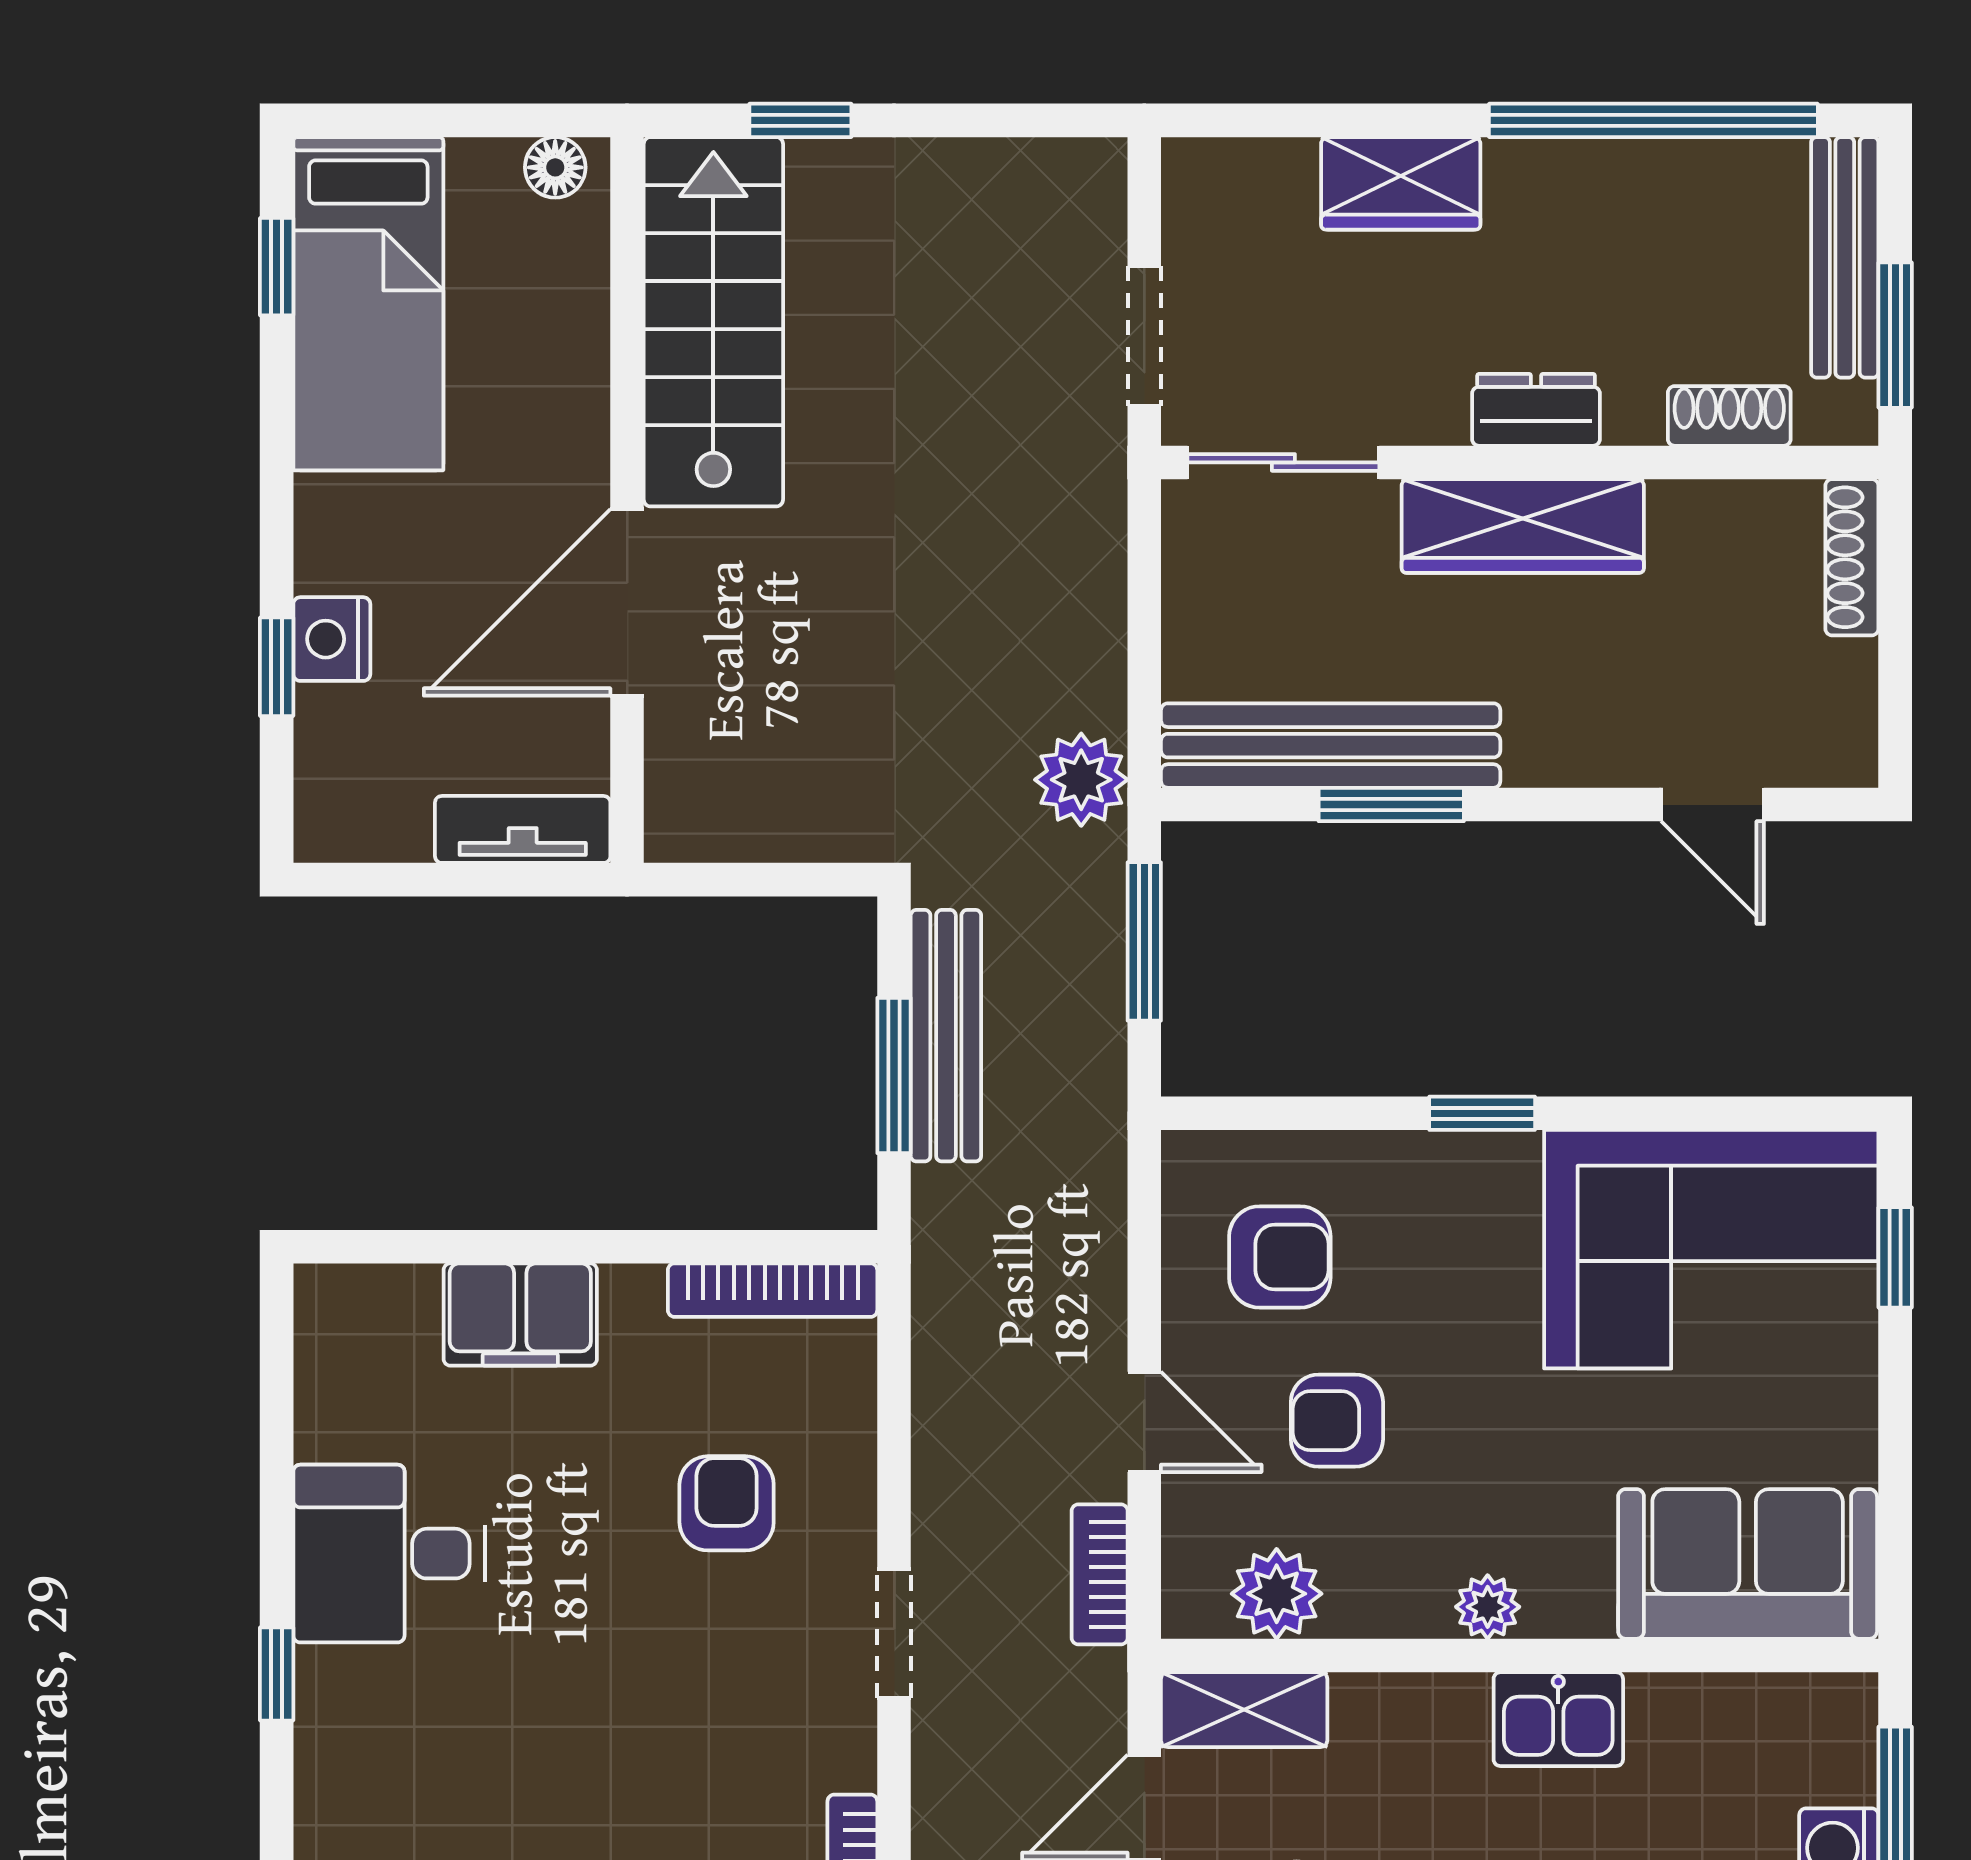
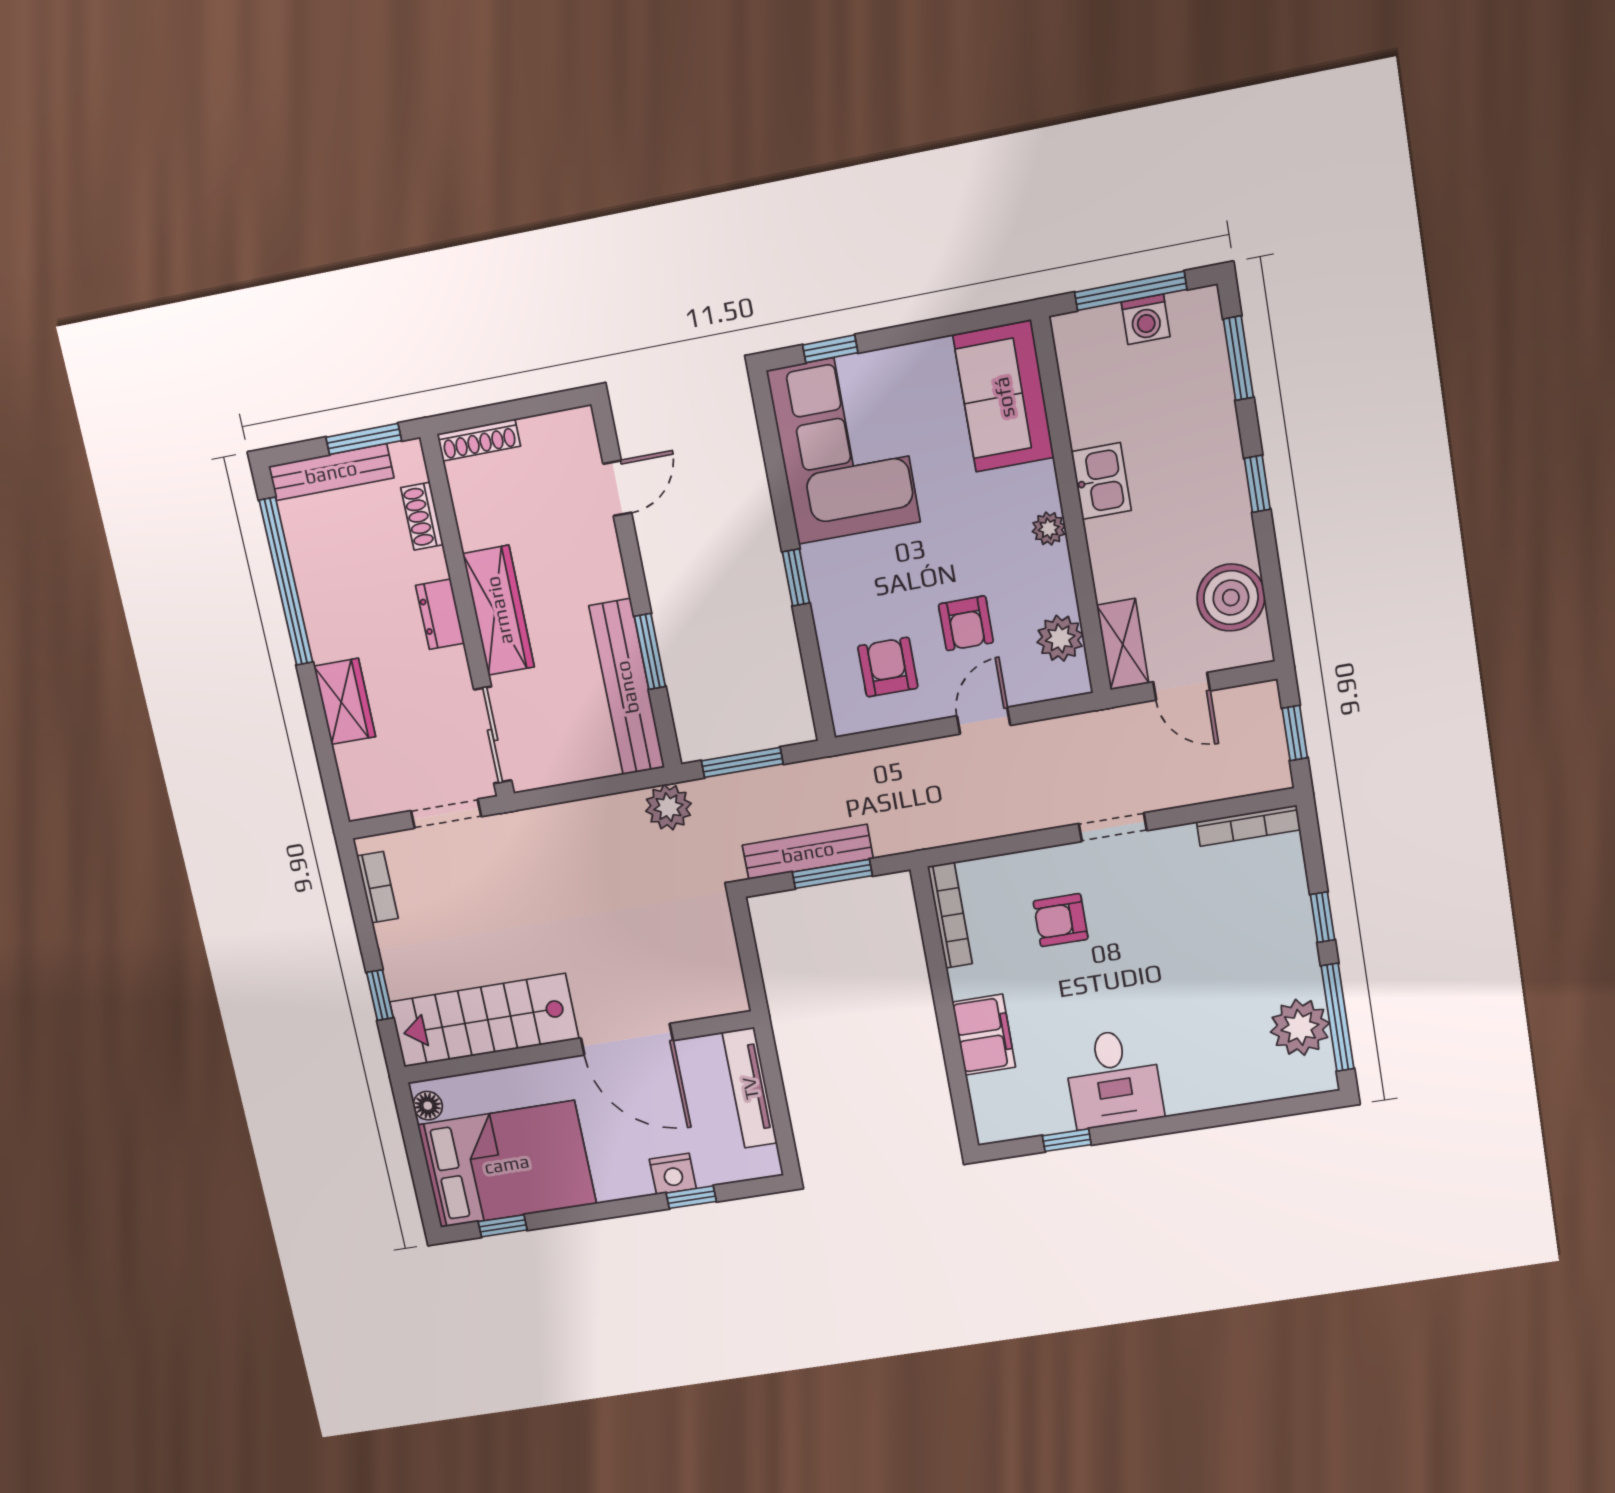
bed: (368, 304) -> (507, 1164), width x1.50
tv unit: (523, 829) -> (750, 1088), width x1.41
bookcase: (1100, 1574) -> (377, 887), moved, turned -90
window: (277, 1674) -> (1067, 1140), moved

